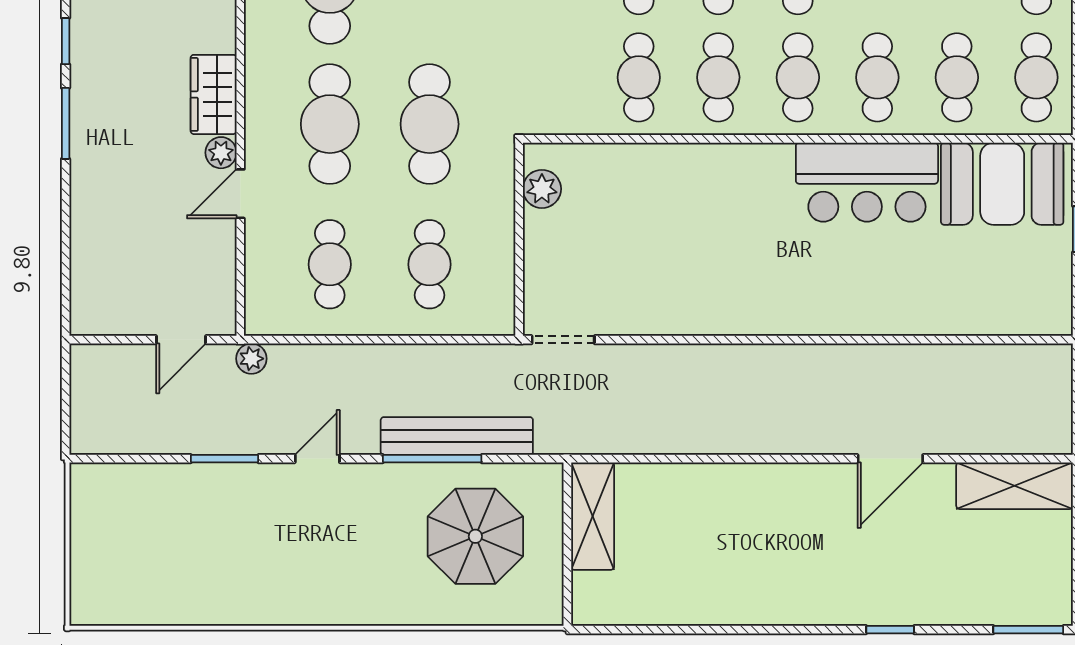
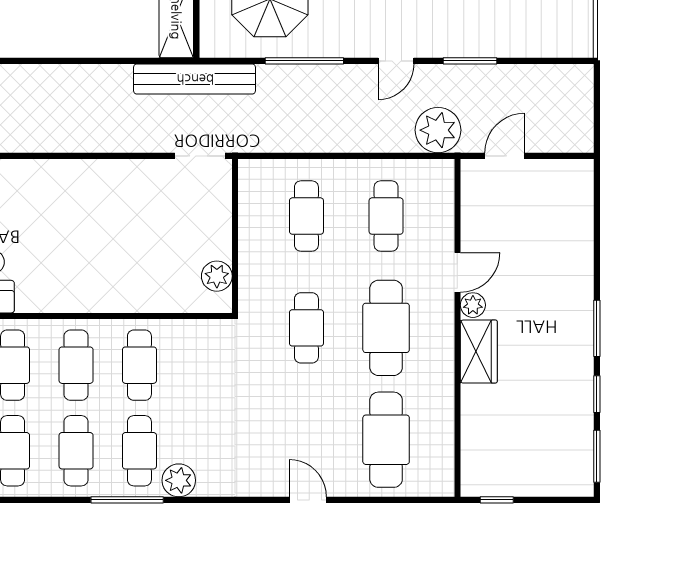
cafe table: (430, 124) -> (306, 328), width x0.73, depth x0.74
plant: (251, 359) -> (438, 130), width x1.88, depth x1.88
bench: (457, 436) -> (195, 79), moved

